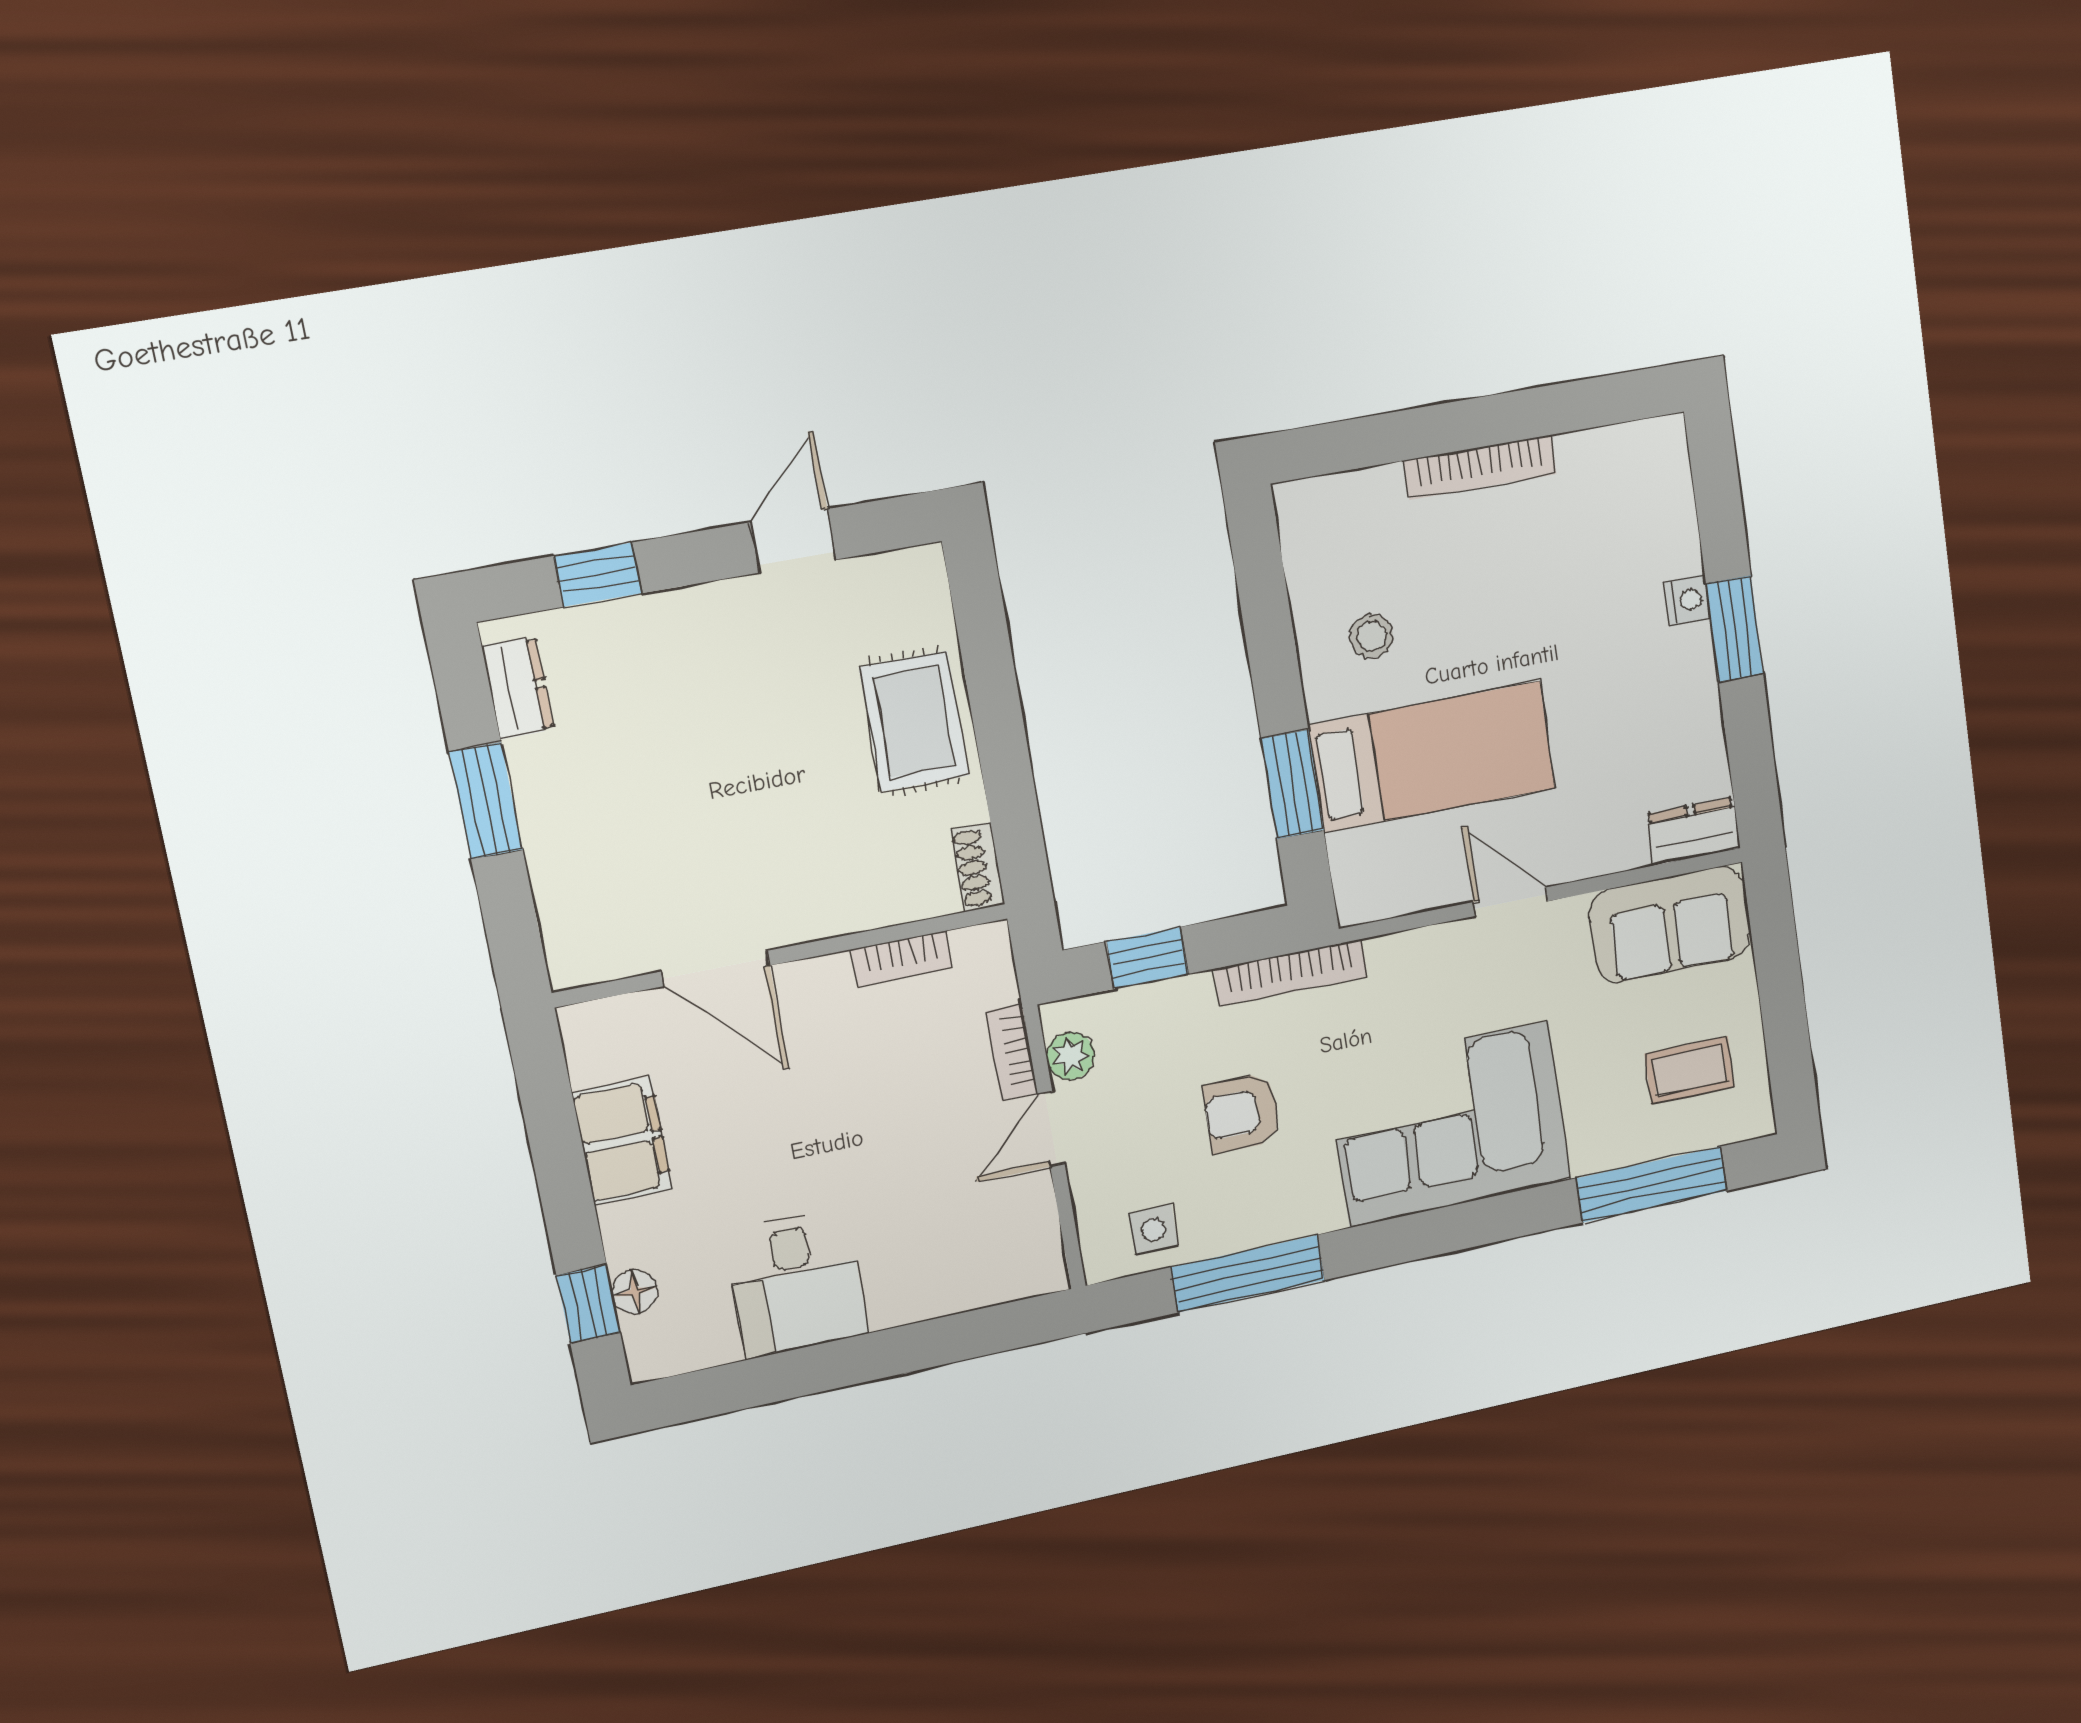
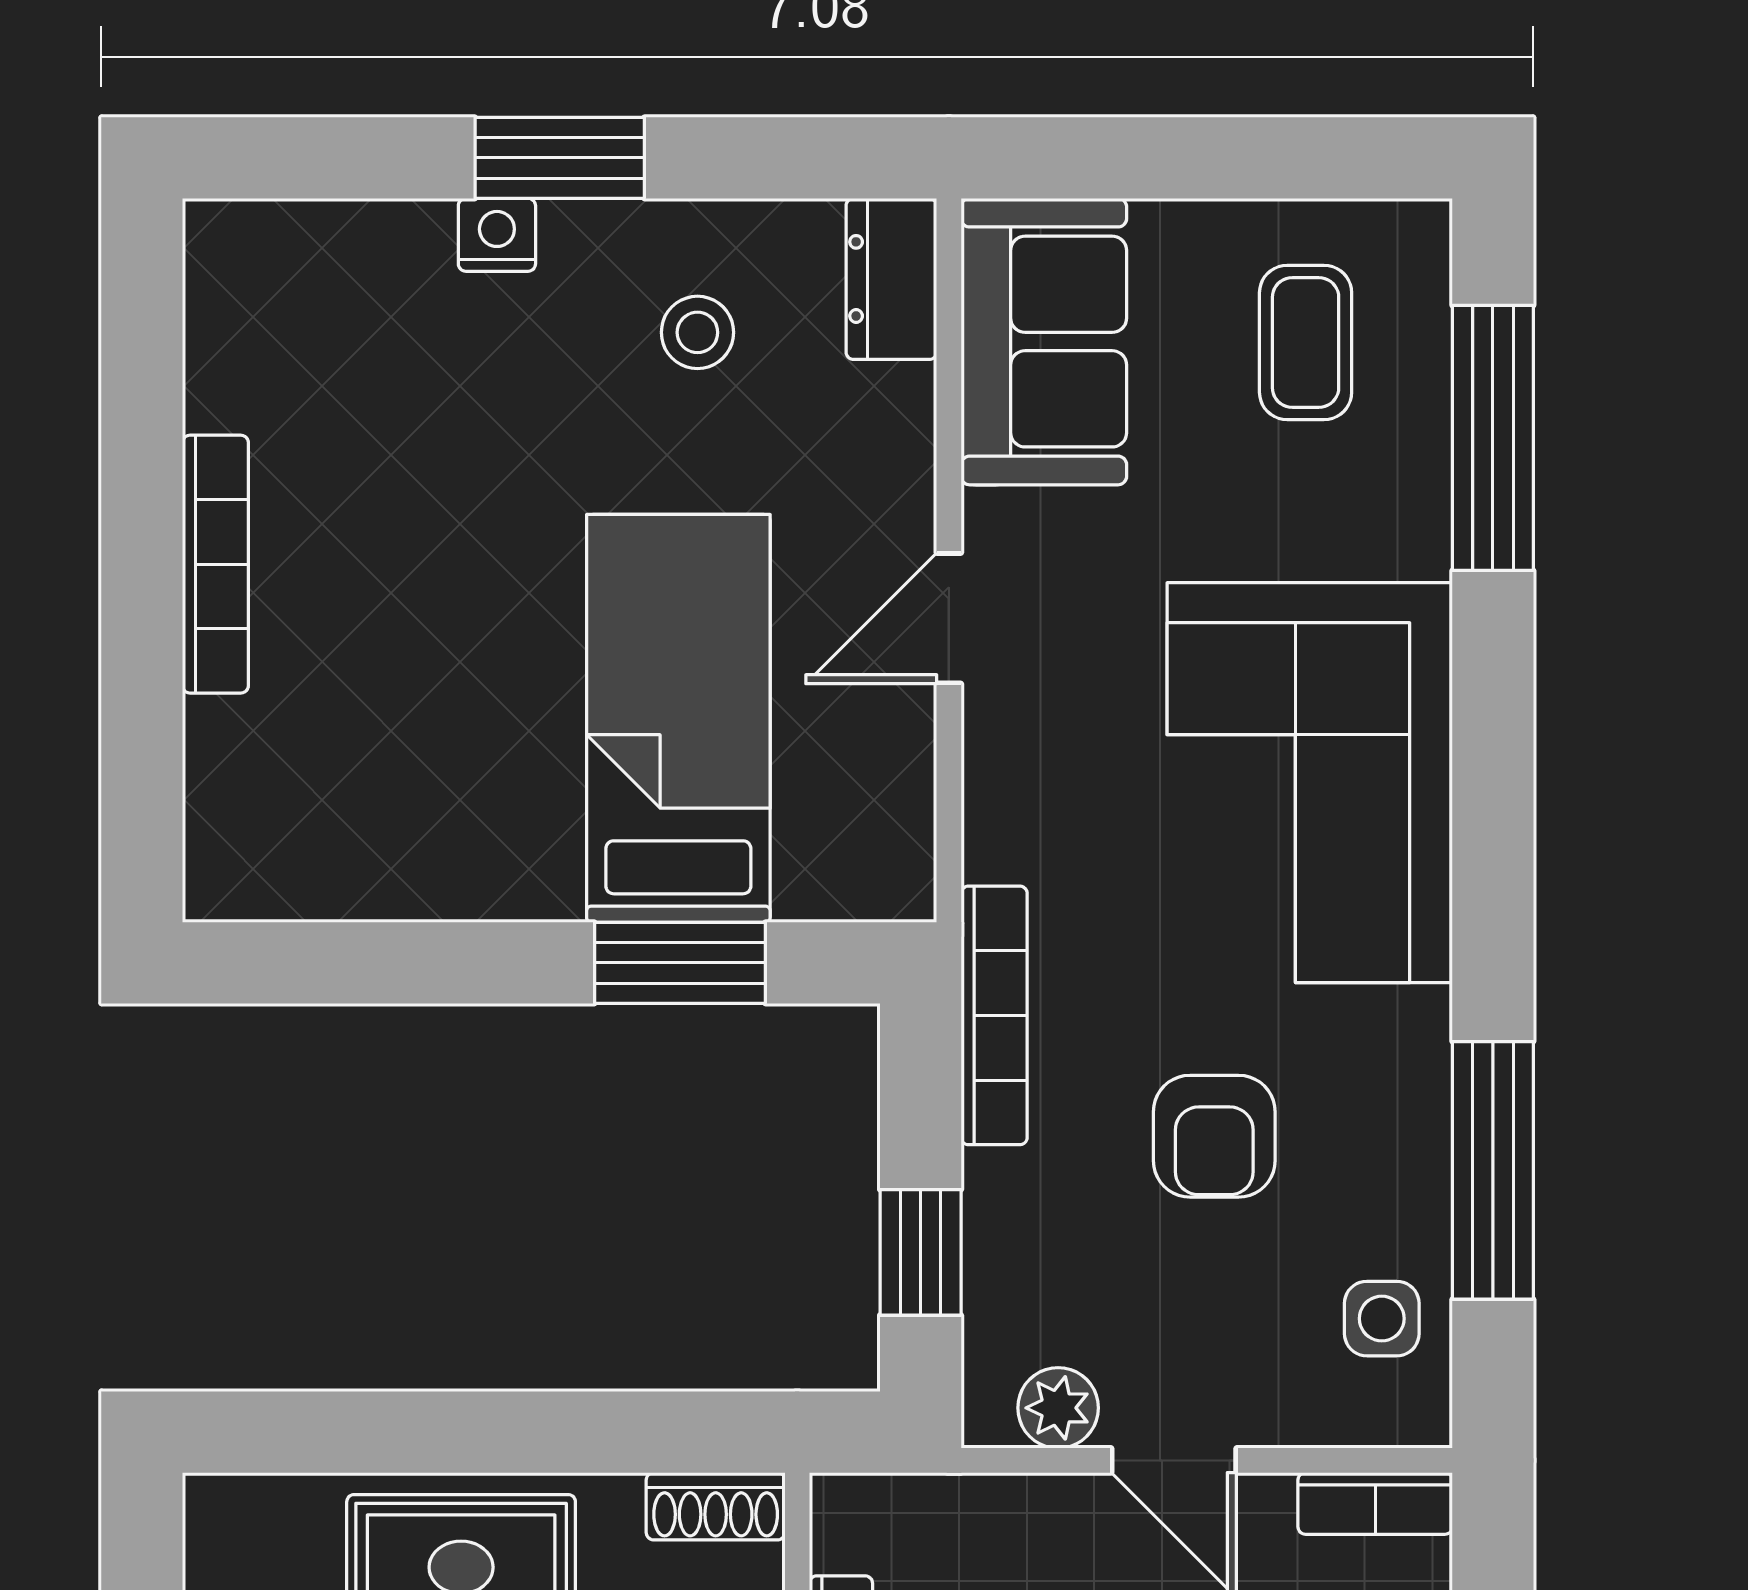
stool: (1372, 636) -> (697, 332), moved
bookcase: (1012, 1052) -> (1375, 1503), moved

